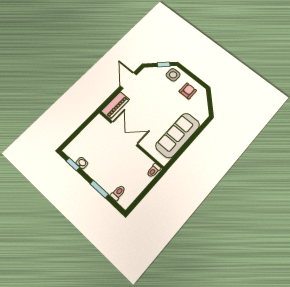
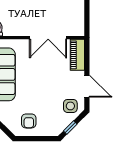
side table: (173, 75) -> (70, 106), moved

